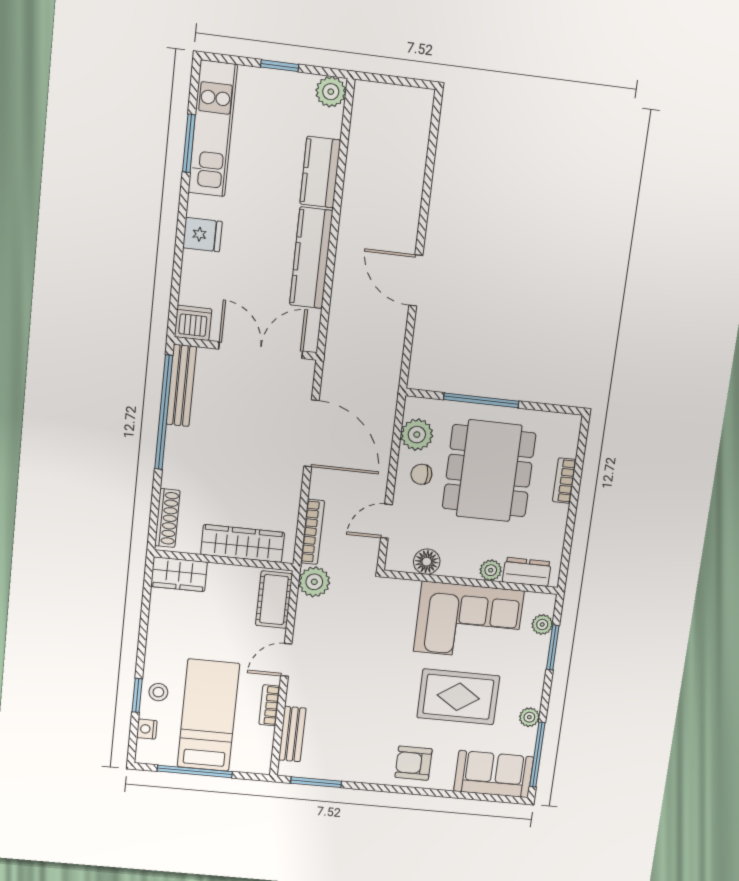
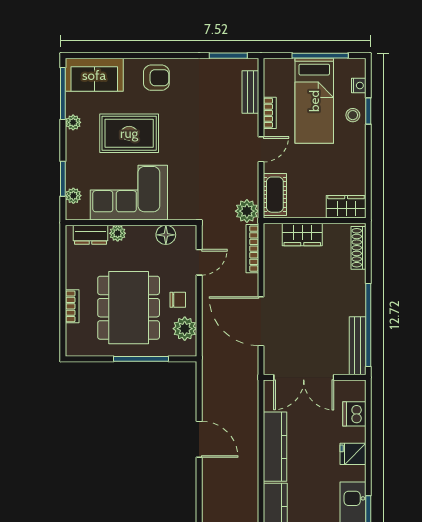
dishwasher: (193, 323) -> (354, 414), moved, turned 90
wardrobe: (243, 543) -> (302, 235), width x0.67

